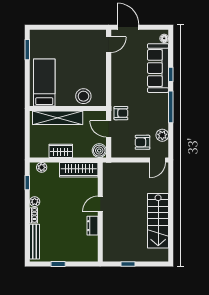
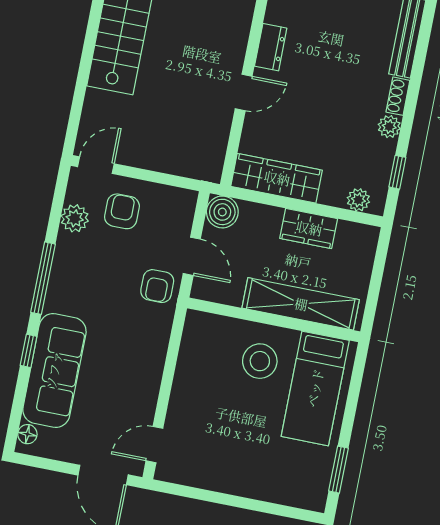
stool: (83, 96) -> (260, 361), moved
armchair: (121, 113) -> (157, 286), turned -90
armchair: (142, 142) -> (122, 211), turned -90

